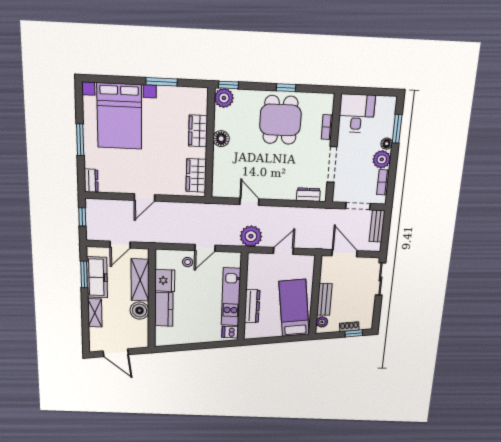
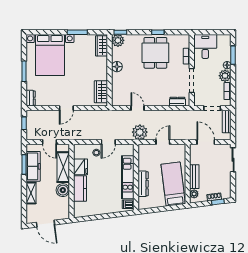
wardrobe: (198, 131) -> (101, 46), moved
door: (120, 245) -> (50, 142), hinge flipped

